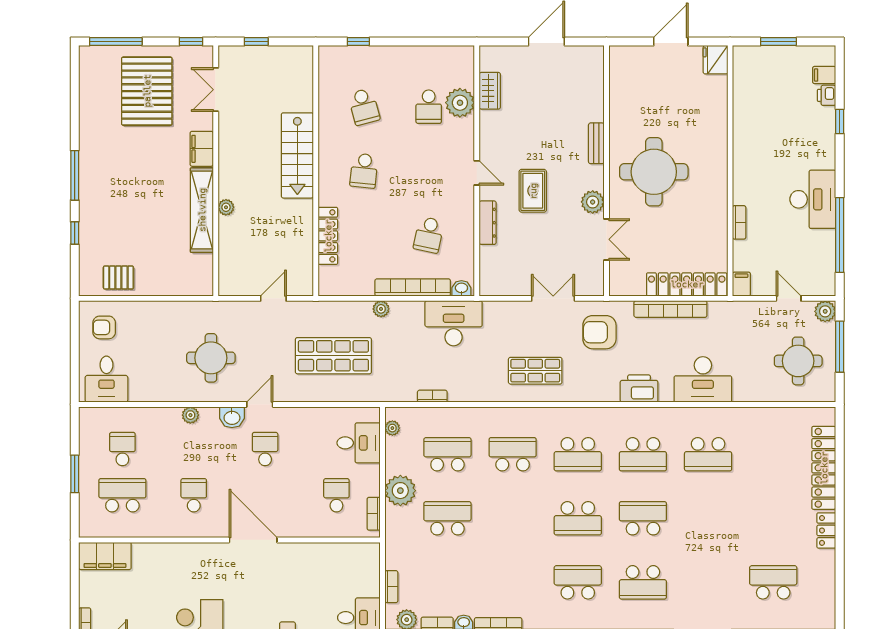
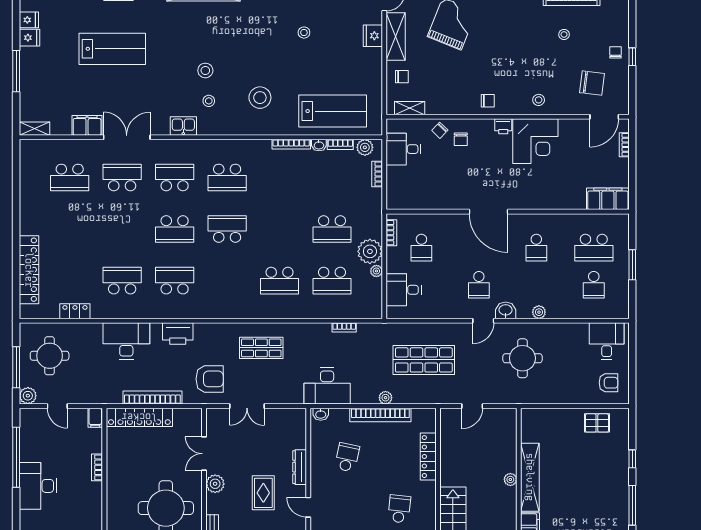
bookcase: (413, 287) -> (380, 415), moved
plant: (392, 428) -> (376, 271), moved
school desk: (578, 454) -> (122, 177), moved
locker: (826, 530) -> (75, 311), moved, turned -90

